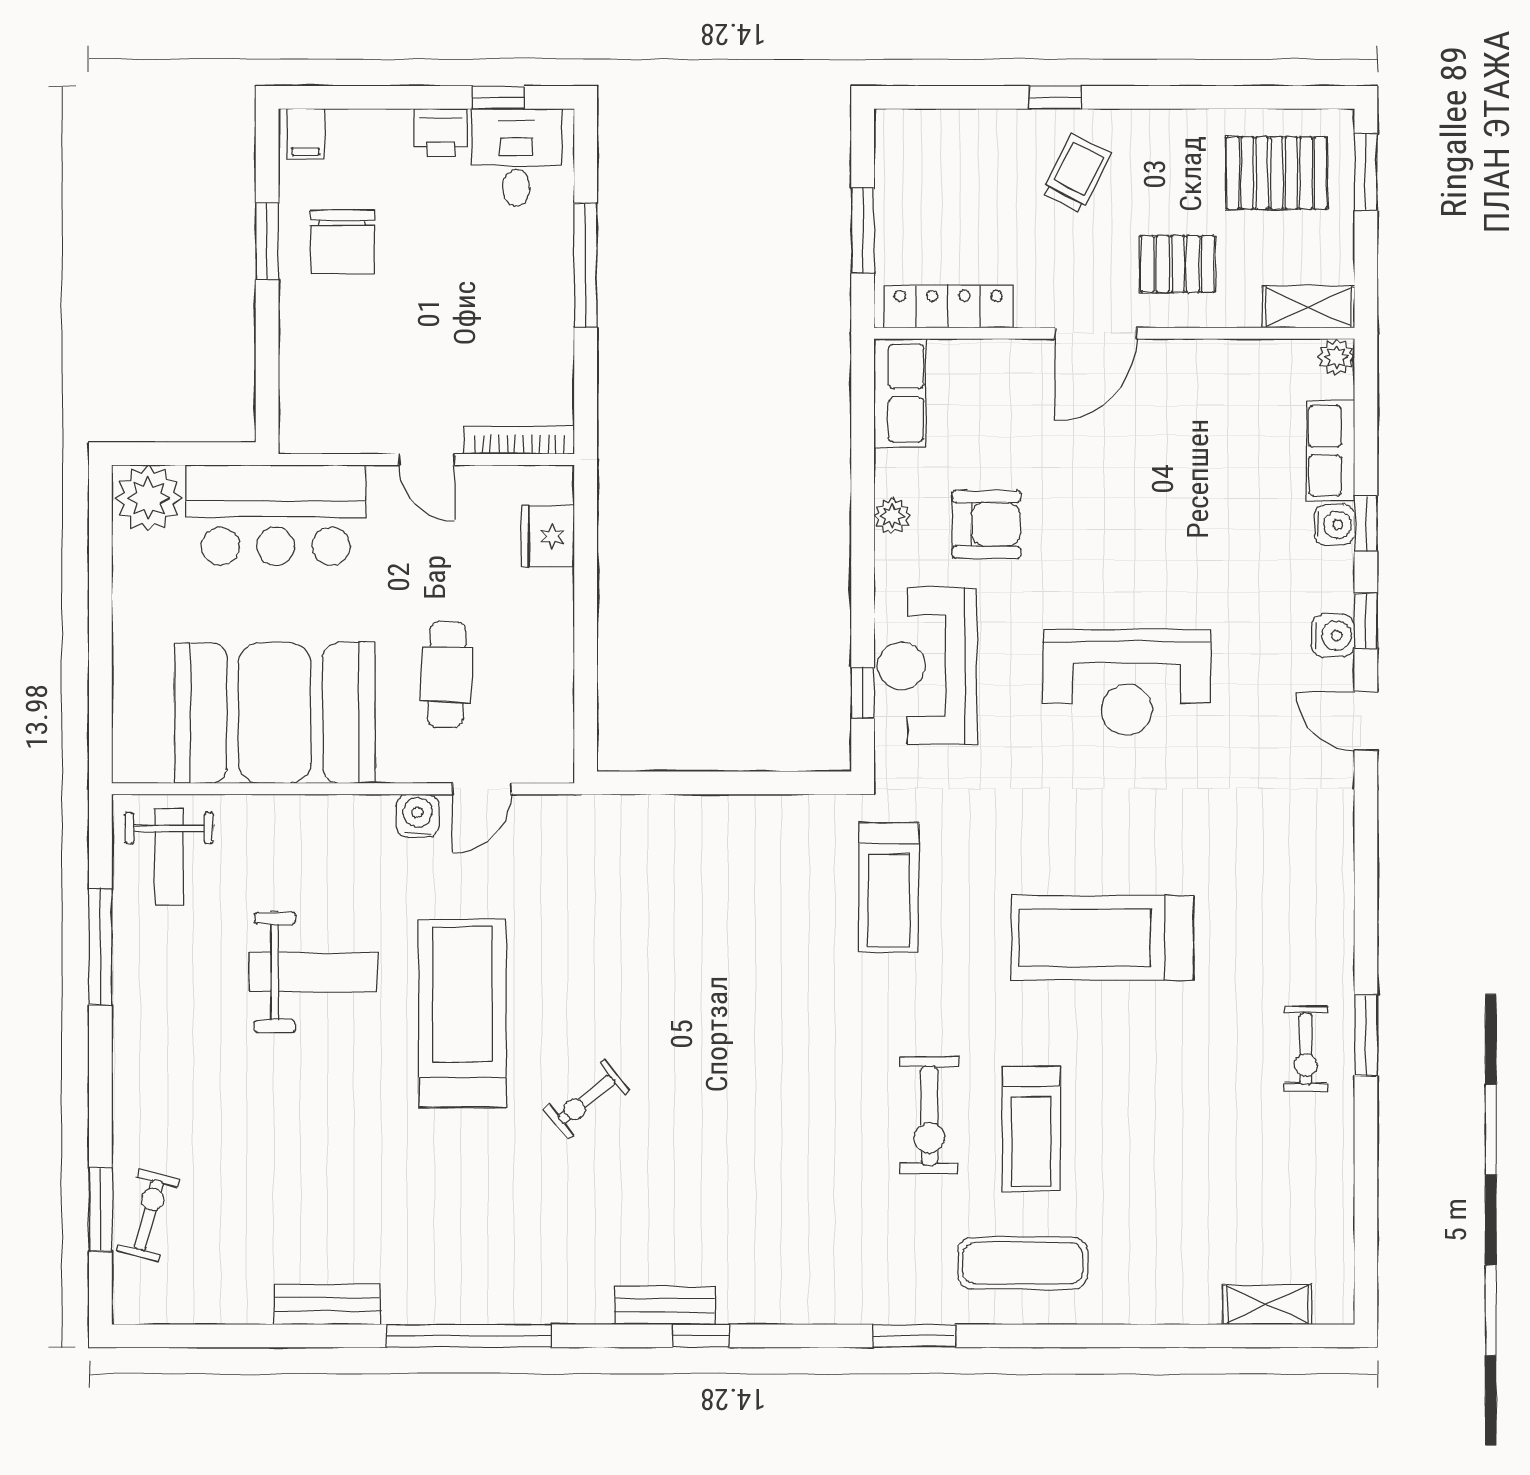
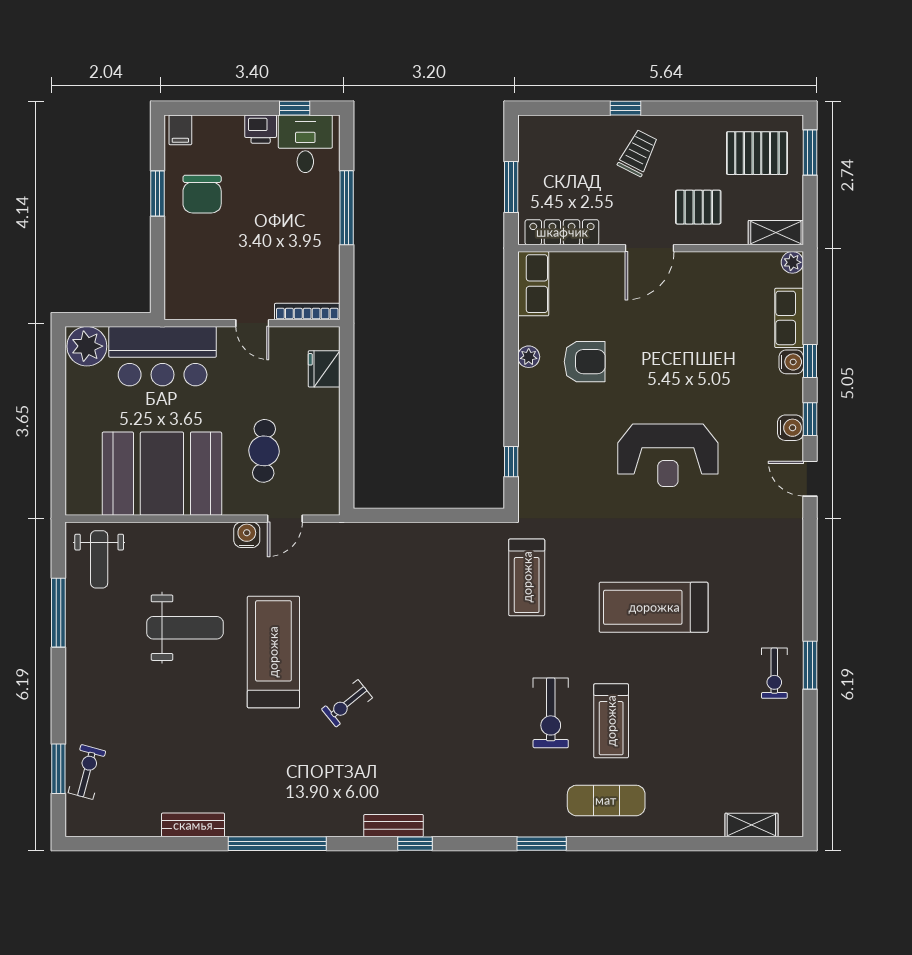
reception desk: (927, 666) -> (549, 446), removed

